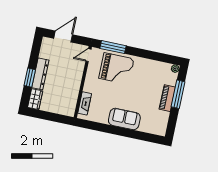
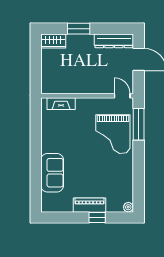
dresser: (40, 74) -> (114, 41), moved
window: (178, 94) -> (97, 218), width x0.46
sofa: (124, 119) -> (52, 173), moved

